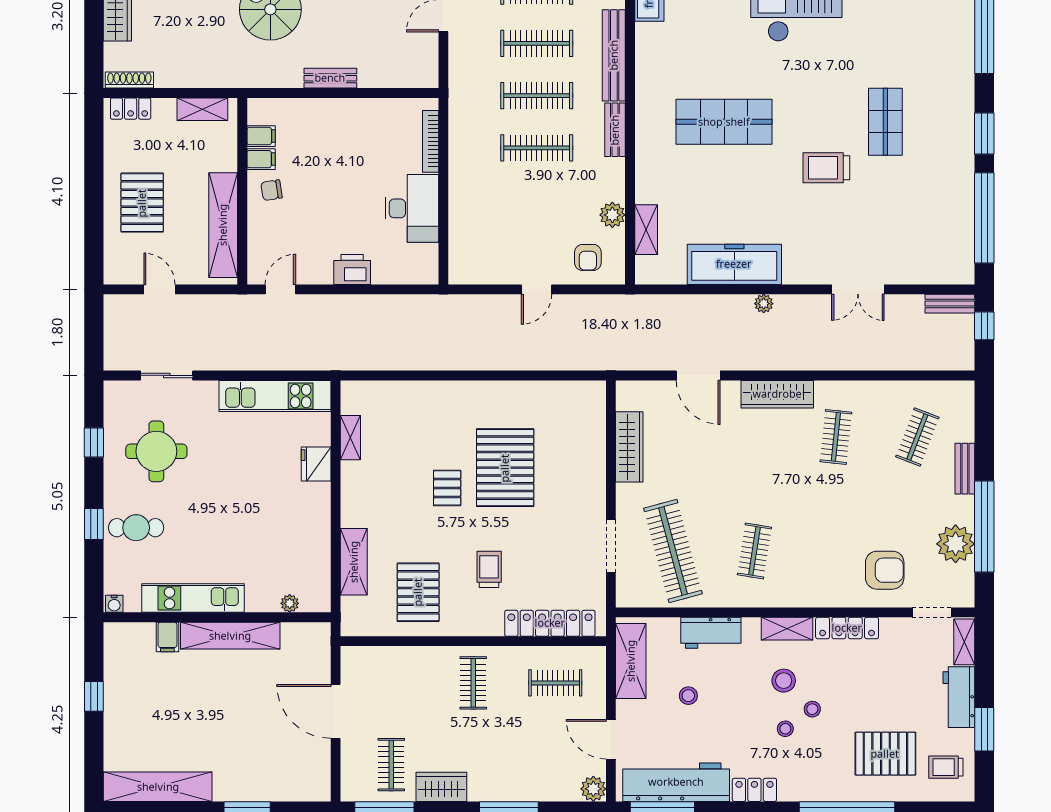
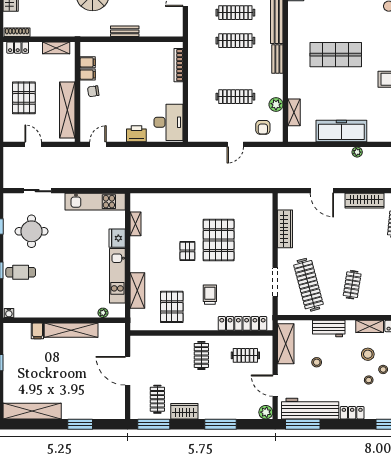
clothes rail: (537, 148) -> (235, 97), moved
desk: (412, 208) -> (168, 122), moved
kitchen unit: (193, 598) -> (117, 276), moved, turned -90

